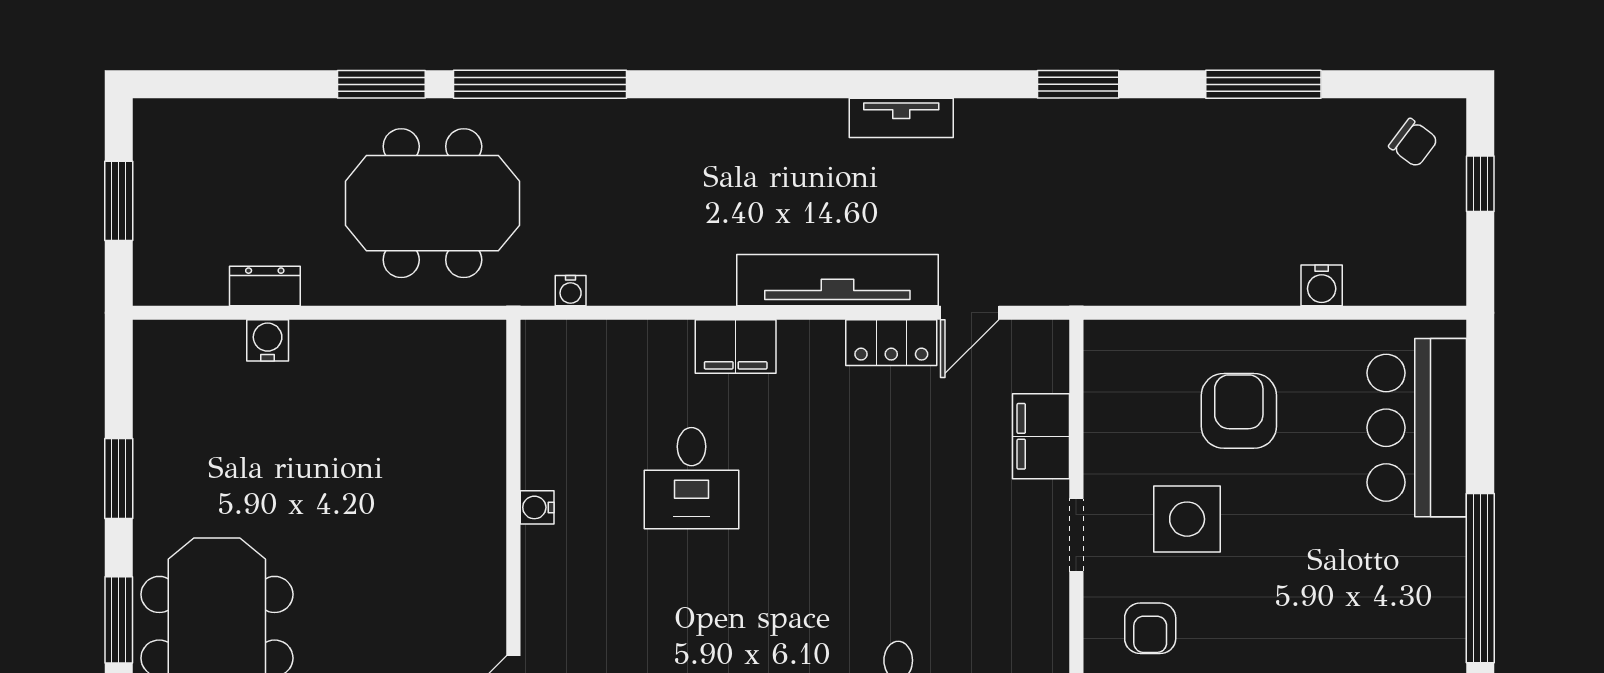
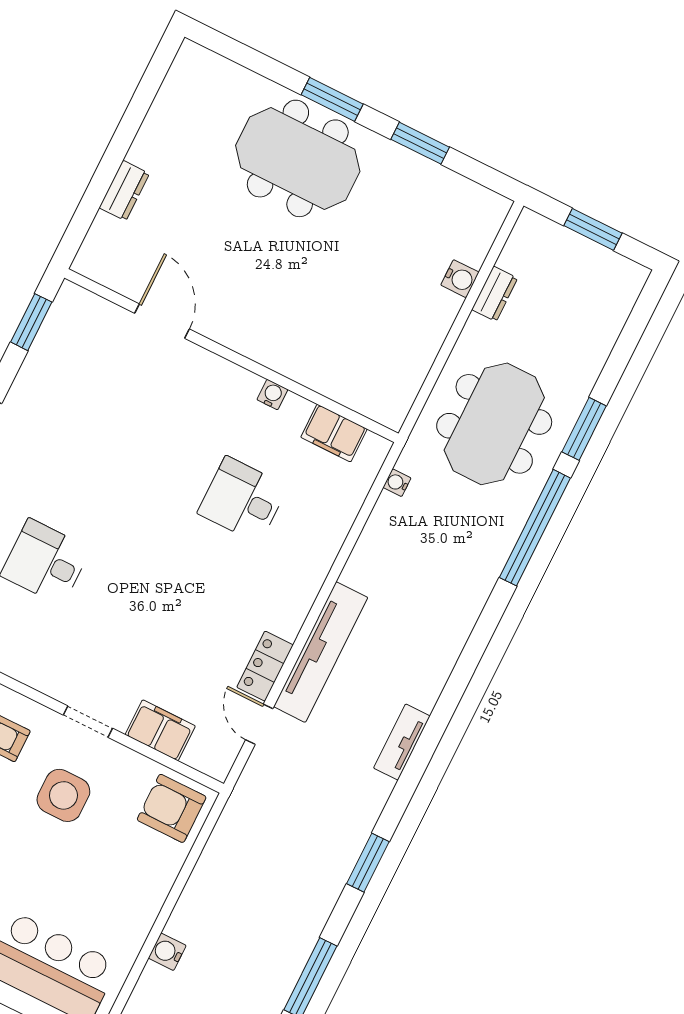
filing cabinet: (736, 347) -> (334, 433), moved, turned -90
armchair: (1239, 411) -> (172, 808), moved, turned 180

